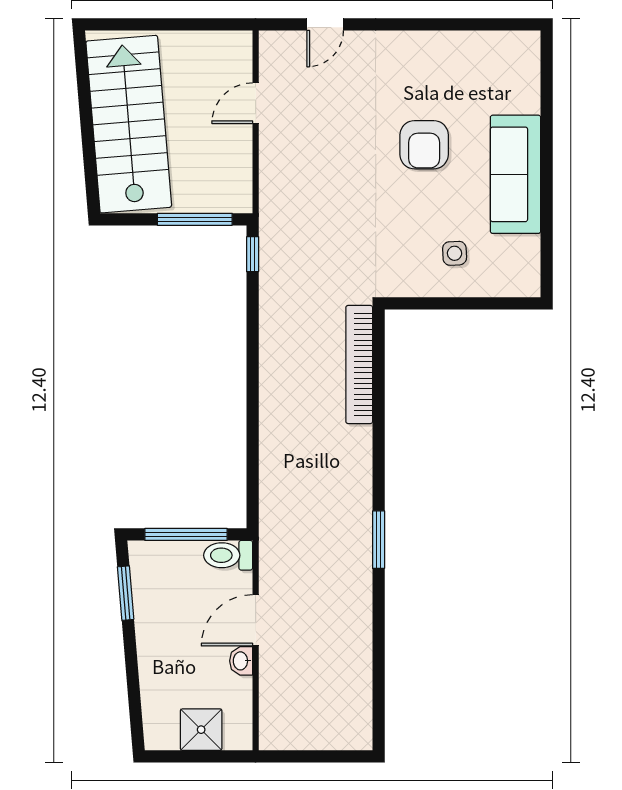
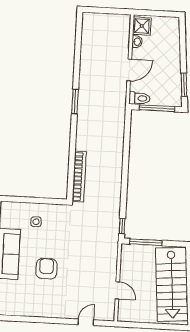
door: (256, 103) -> (117, 290), hinge flipped
washbasin: (241, 661) -> (137, 42), moved
shower: (201, 730) -> (142, 26), moved

